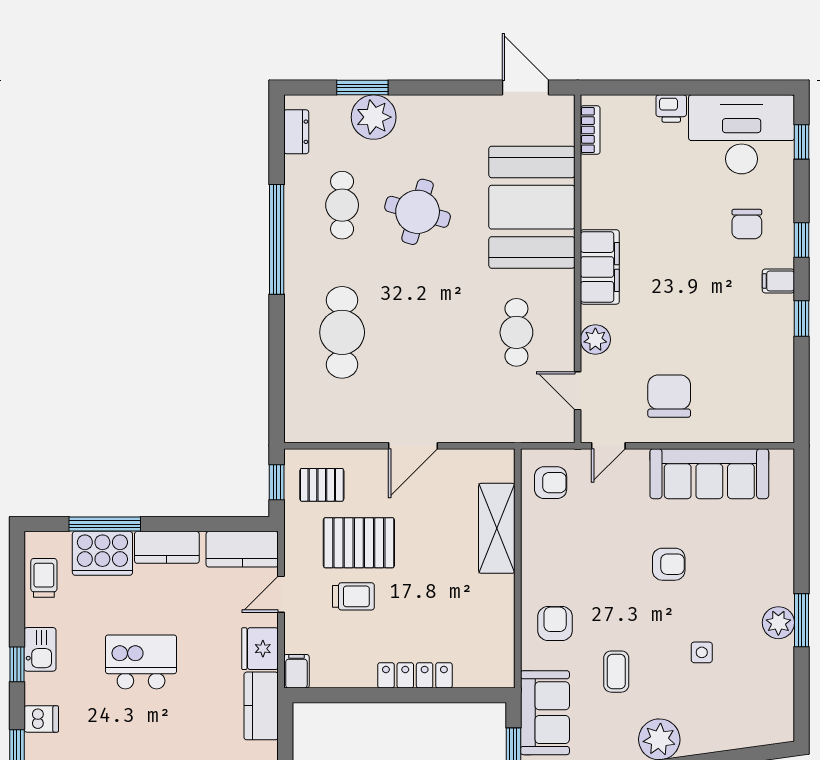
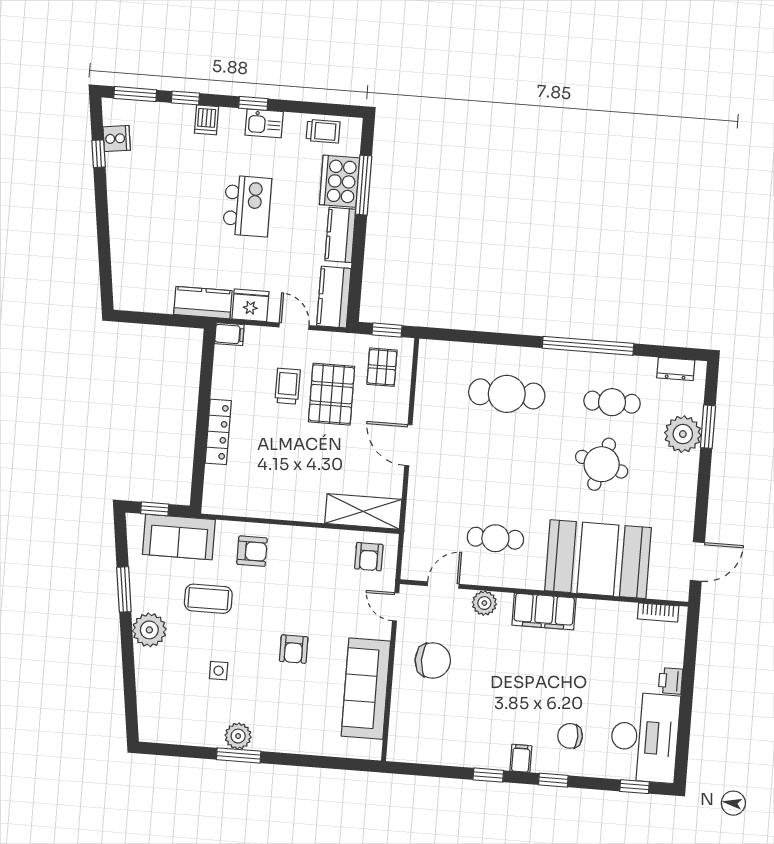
shelving: (497, 528) -> (363, 511), moved
trolley: (353, 596) -> (288, 386), turned 180
coffee table: (616, 672) -> (208, 599), width x1.36, depth x1.30

